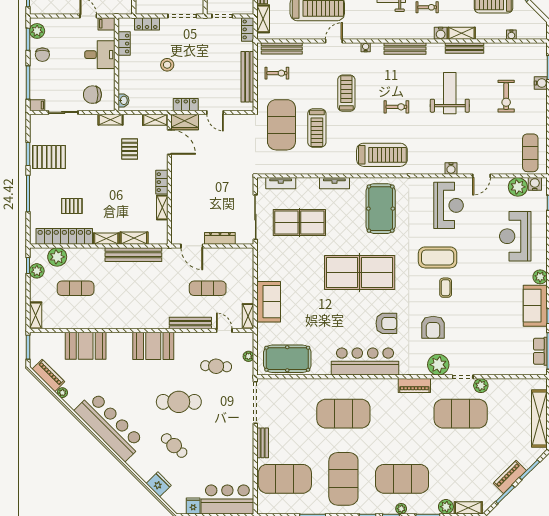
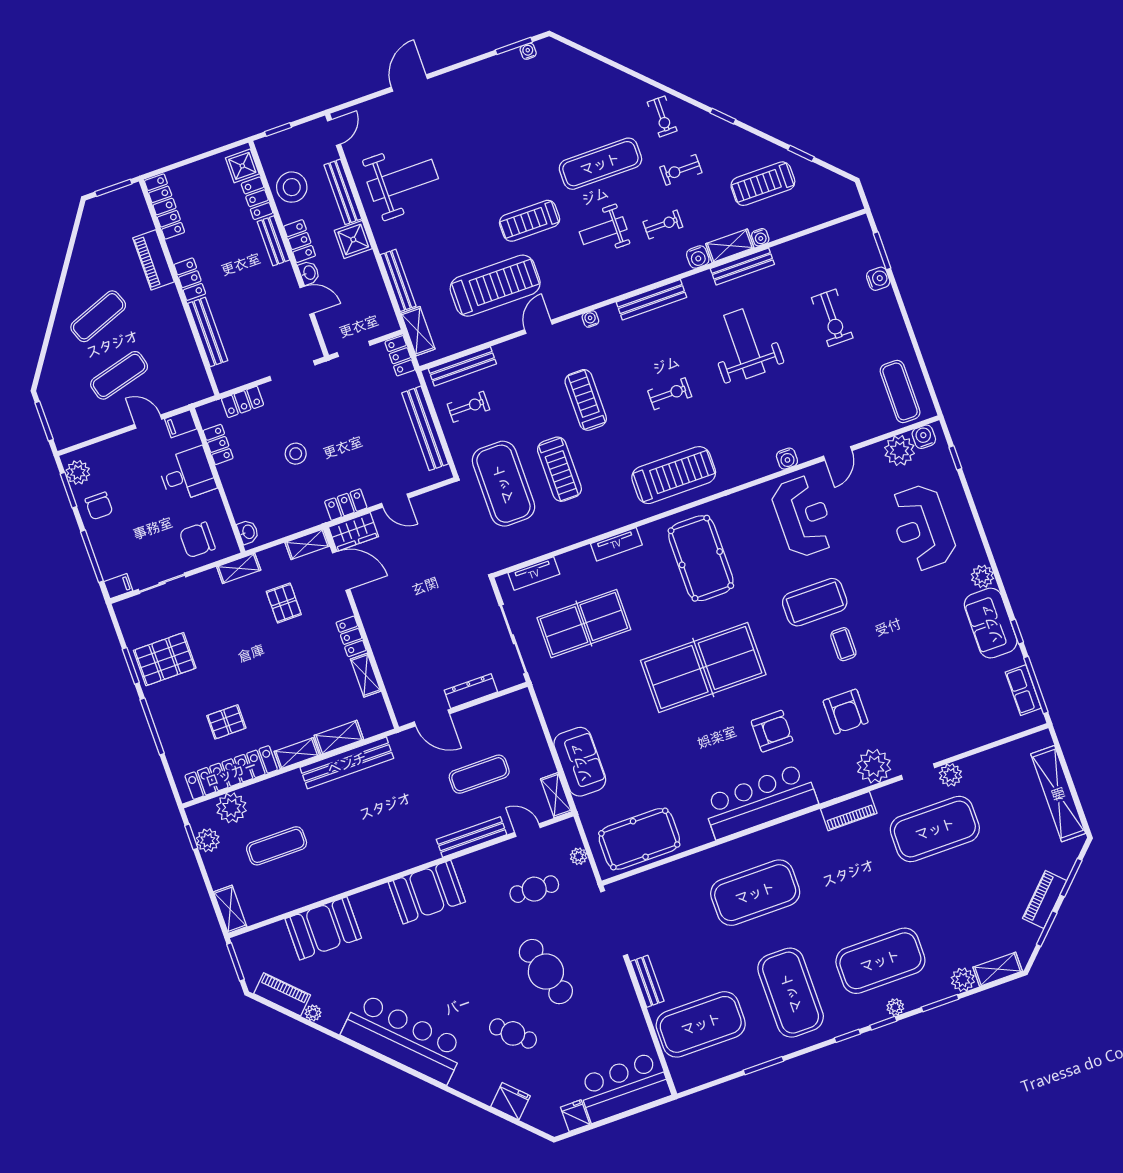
water cooler: (511, 35) -> (760, 237), moved
cafe table: (179, 402) -> (546, 972), moved, turned 74

